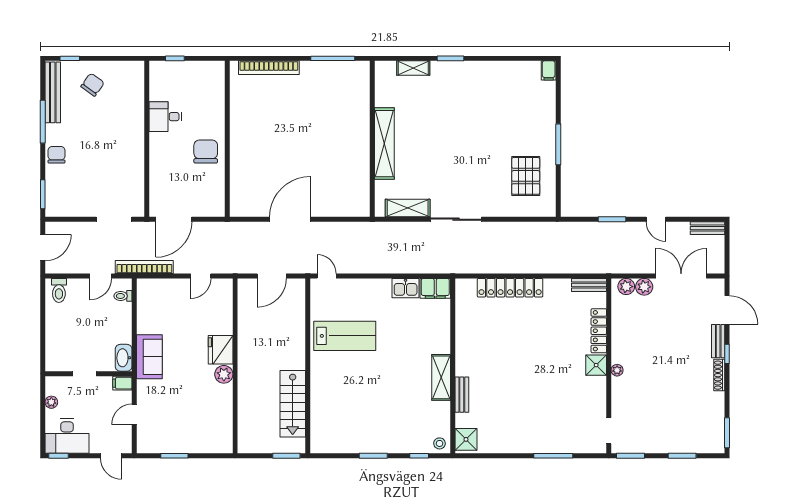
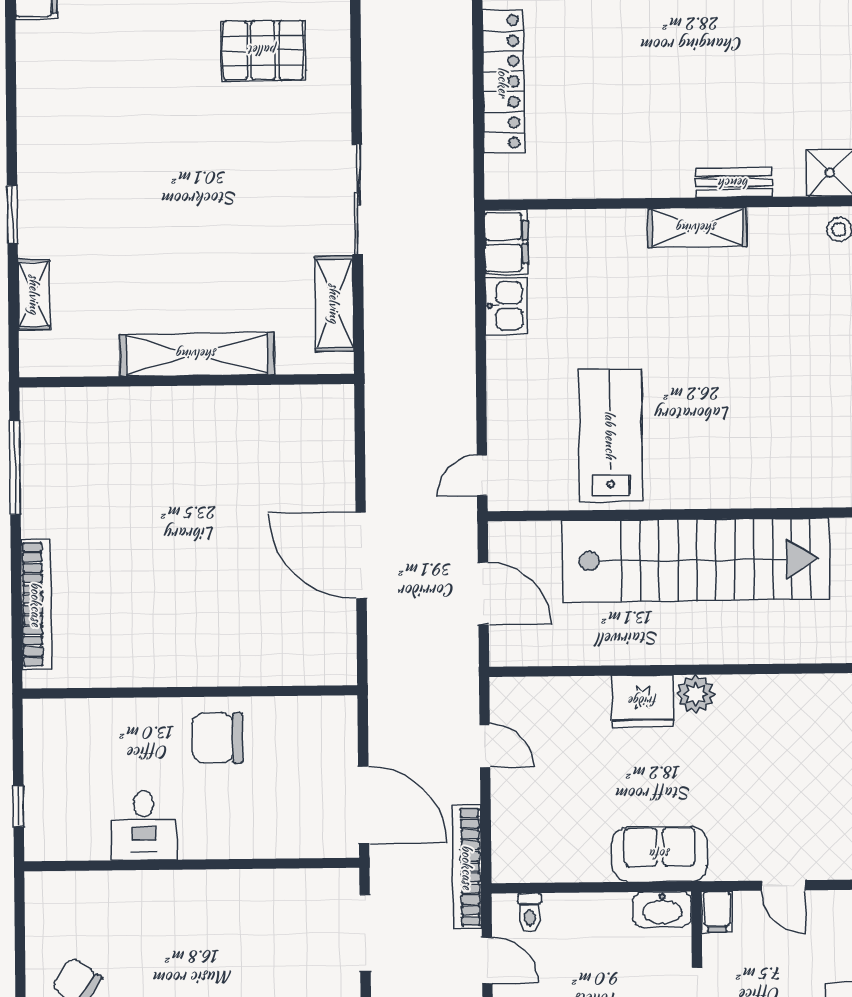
stairs: (293, 404) -> (696, 560), width x1.86, depth x1.51

